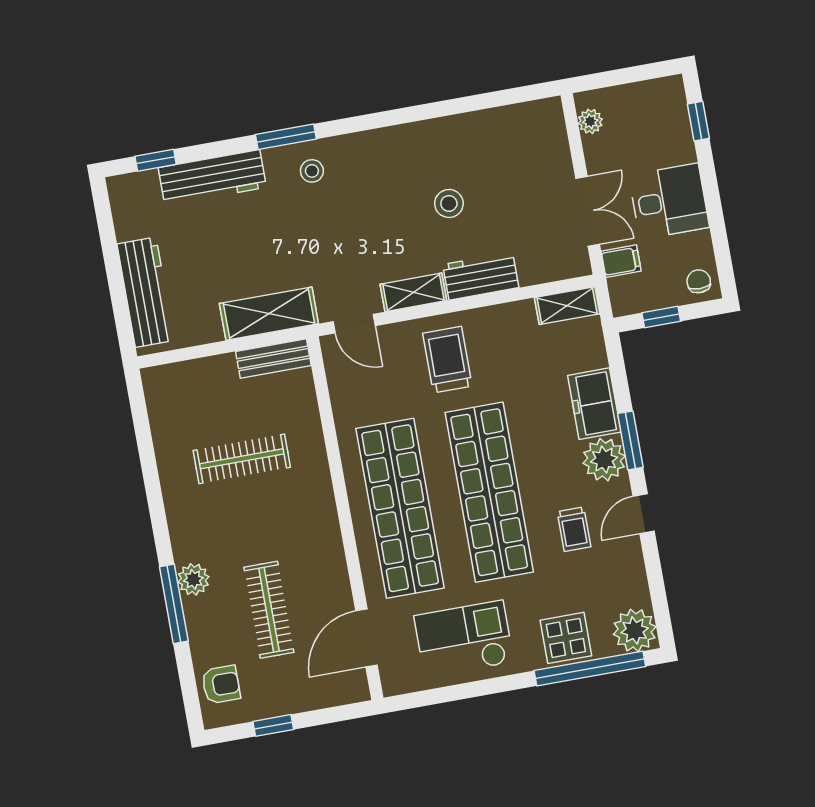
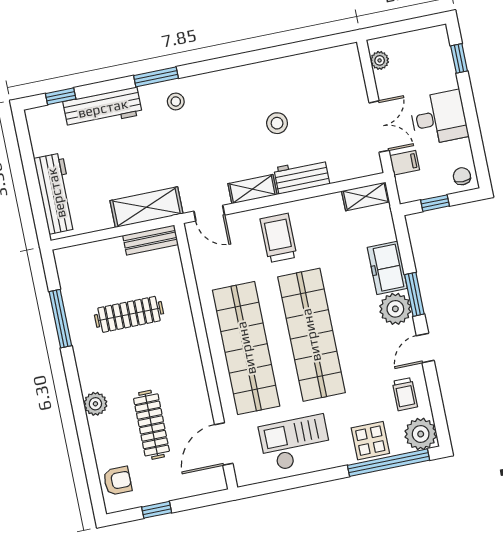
trolley: (574, 529) -> (405, 394), moved
window: (174, 604) -> (60, 319), moved

